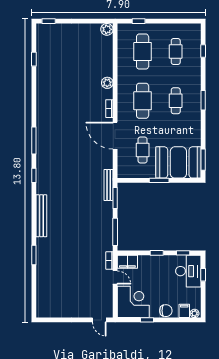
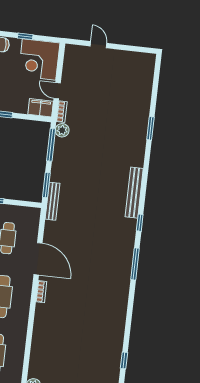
plant: (107, 83) -> (62, 130), moved
bench: (41, 216) -> (134, 193), moved
door: (99, 320) -> (99, 45), moved

